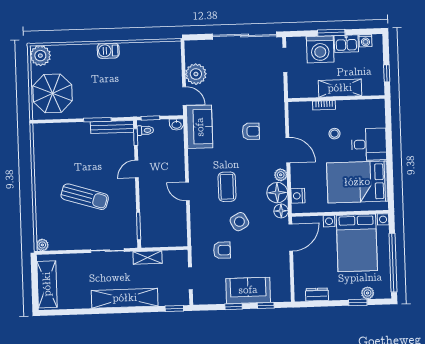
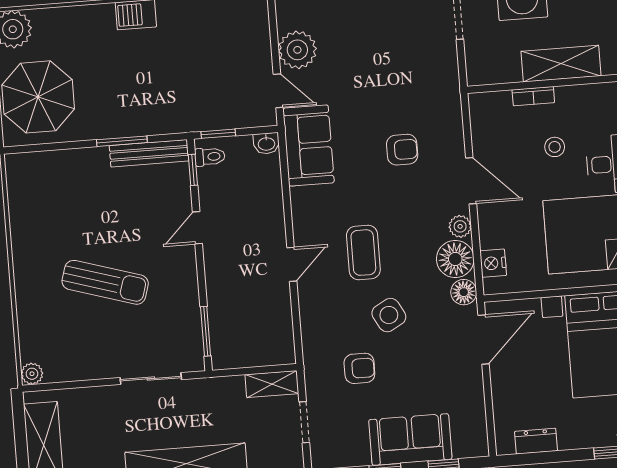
door: (188, 191) -> (292, 264), swing flipped
shelving: (148, 257) -> (272, 384), moved

